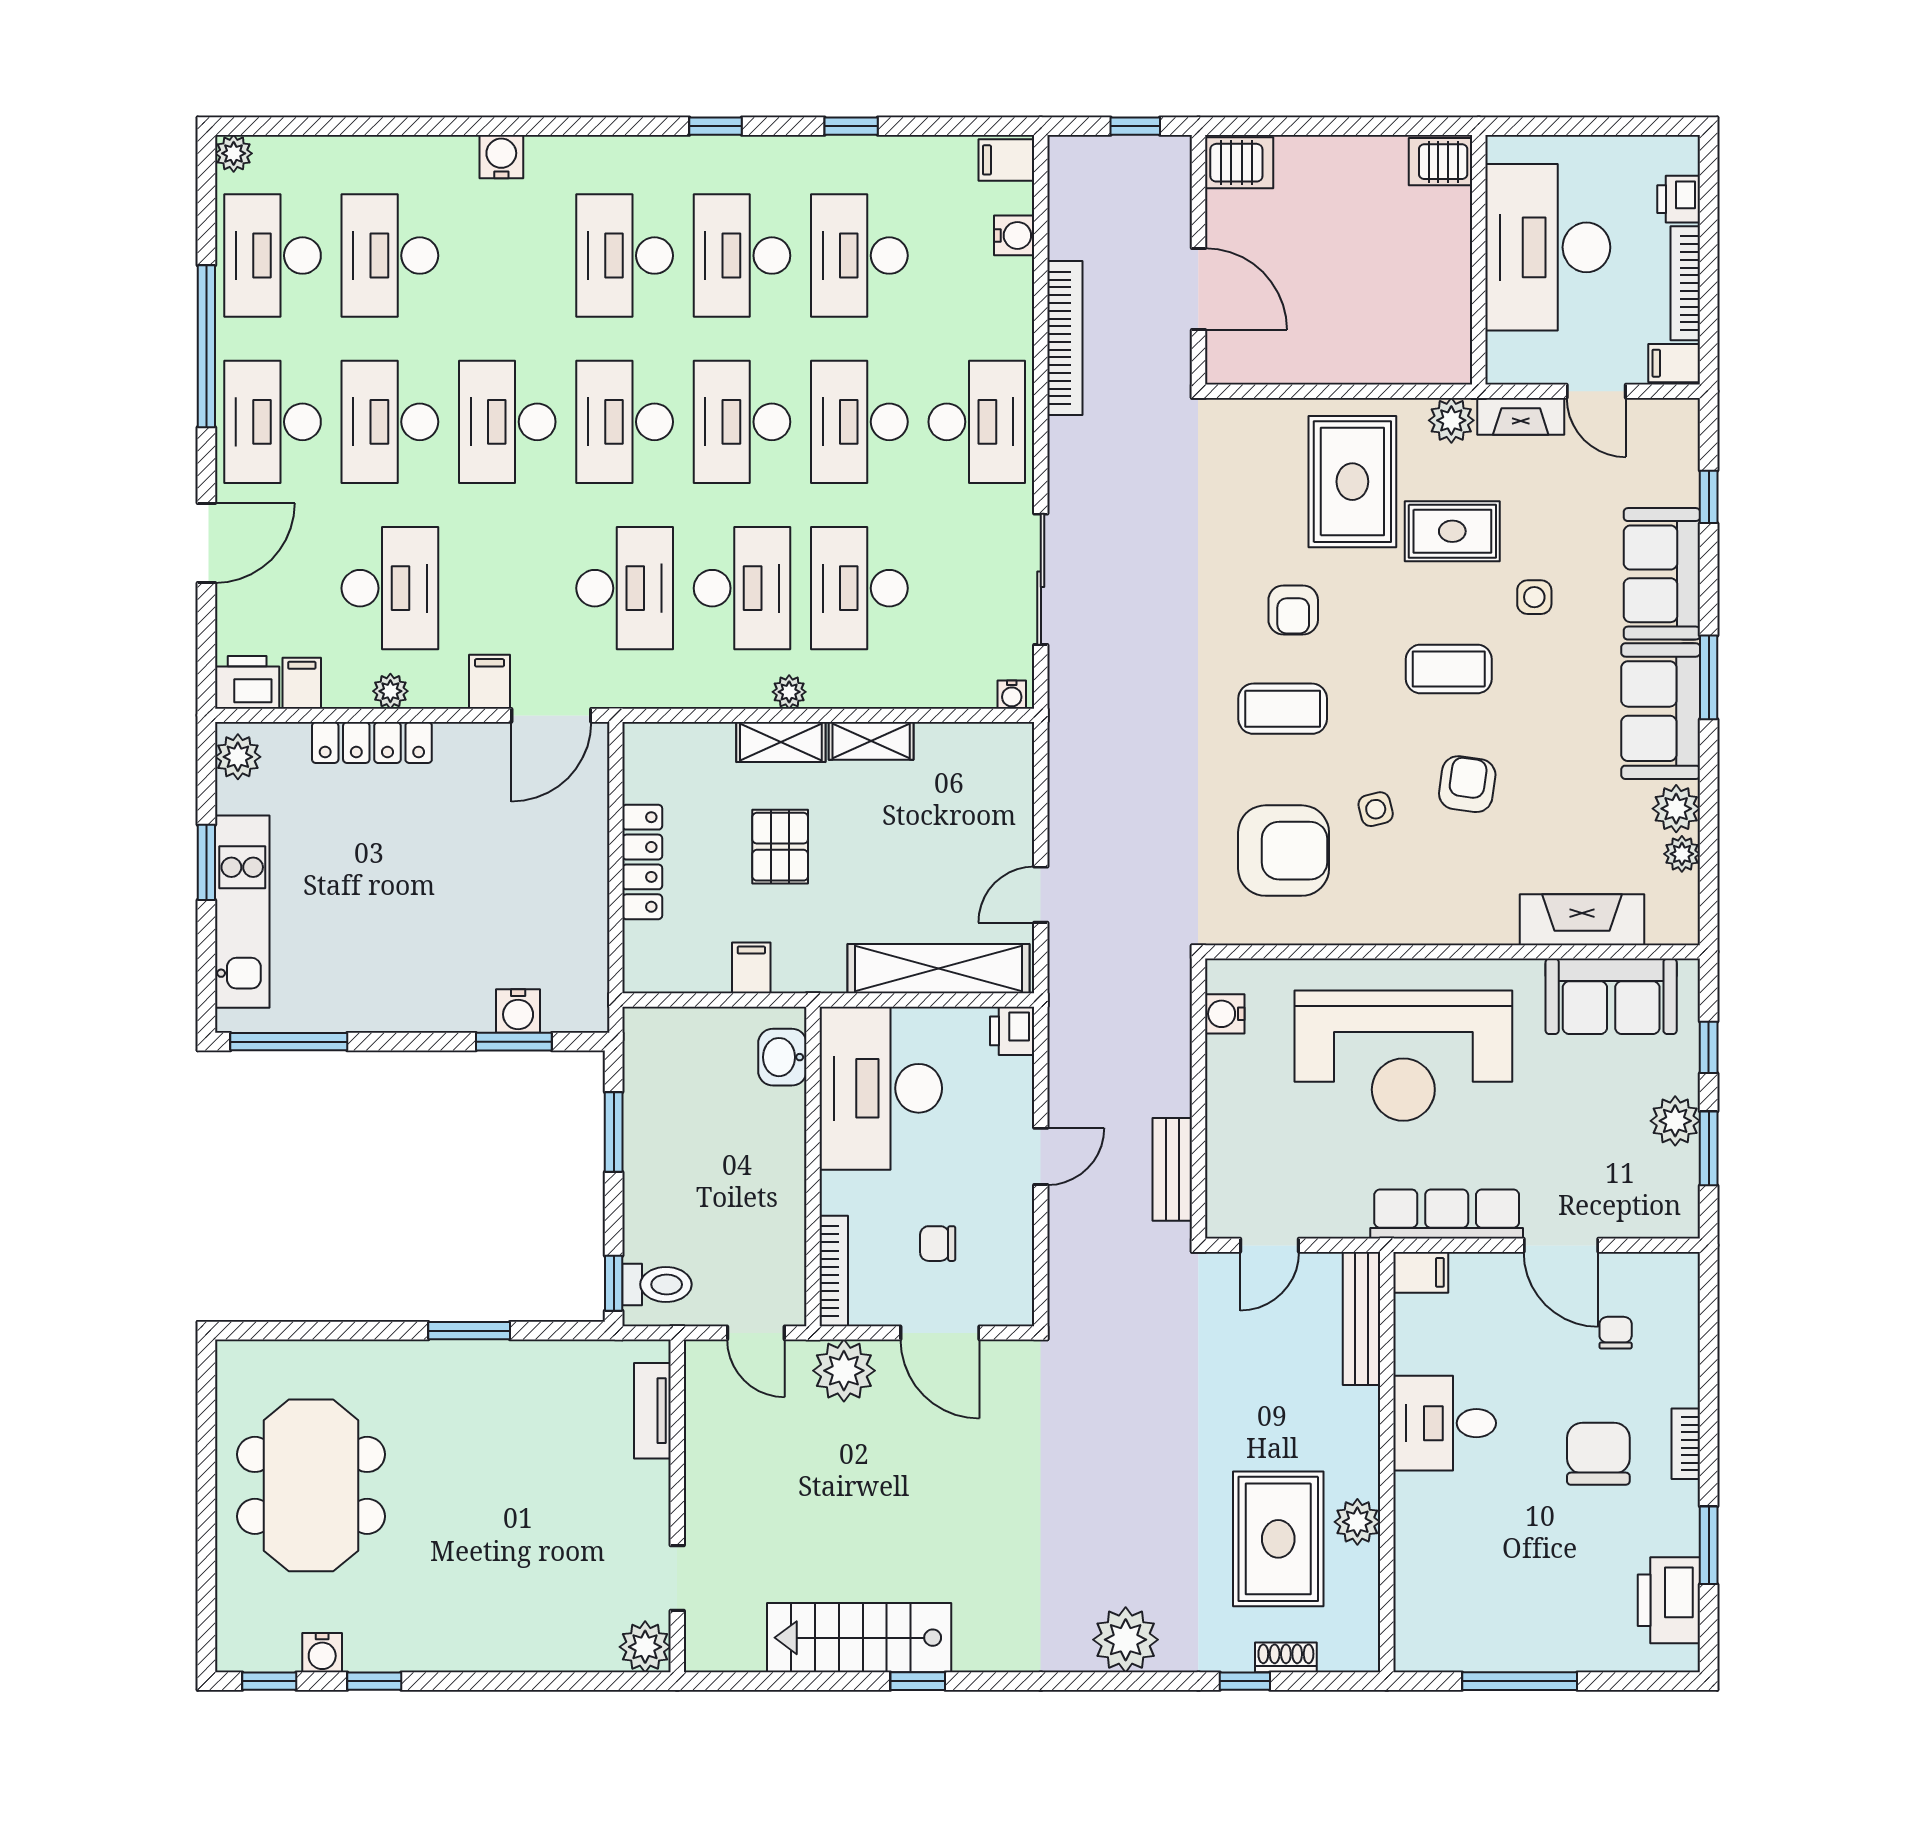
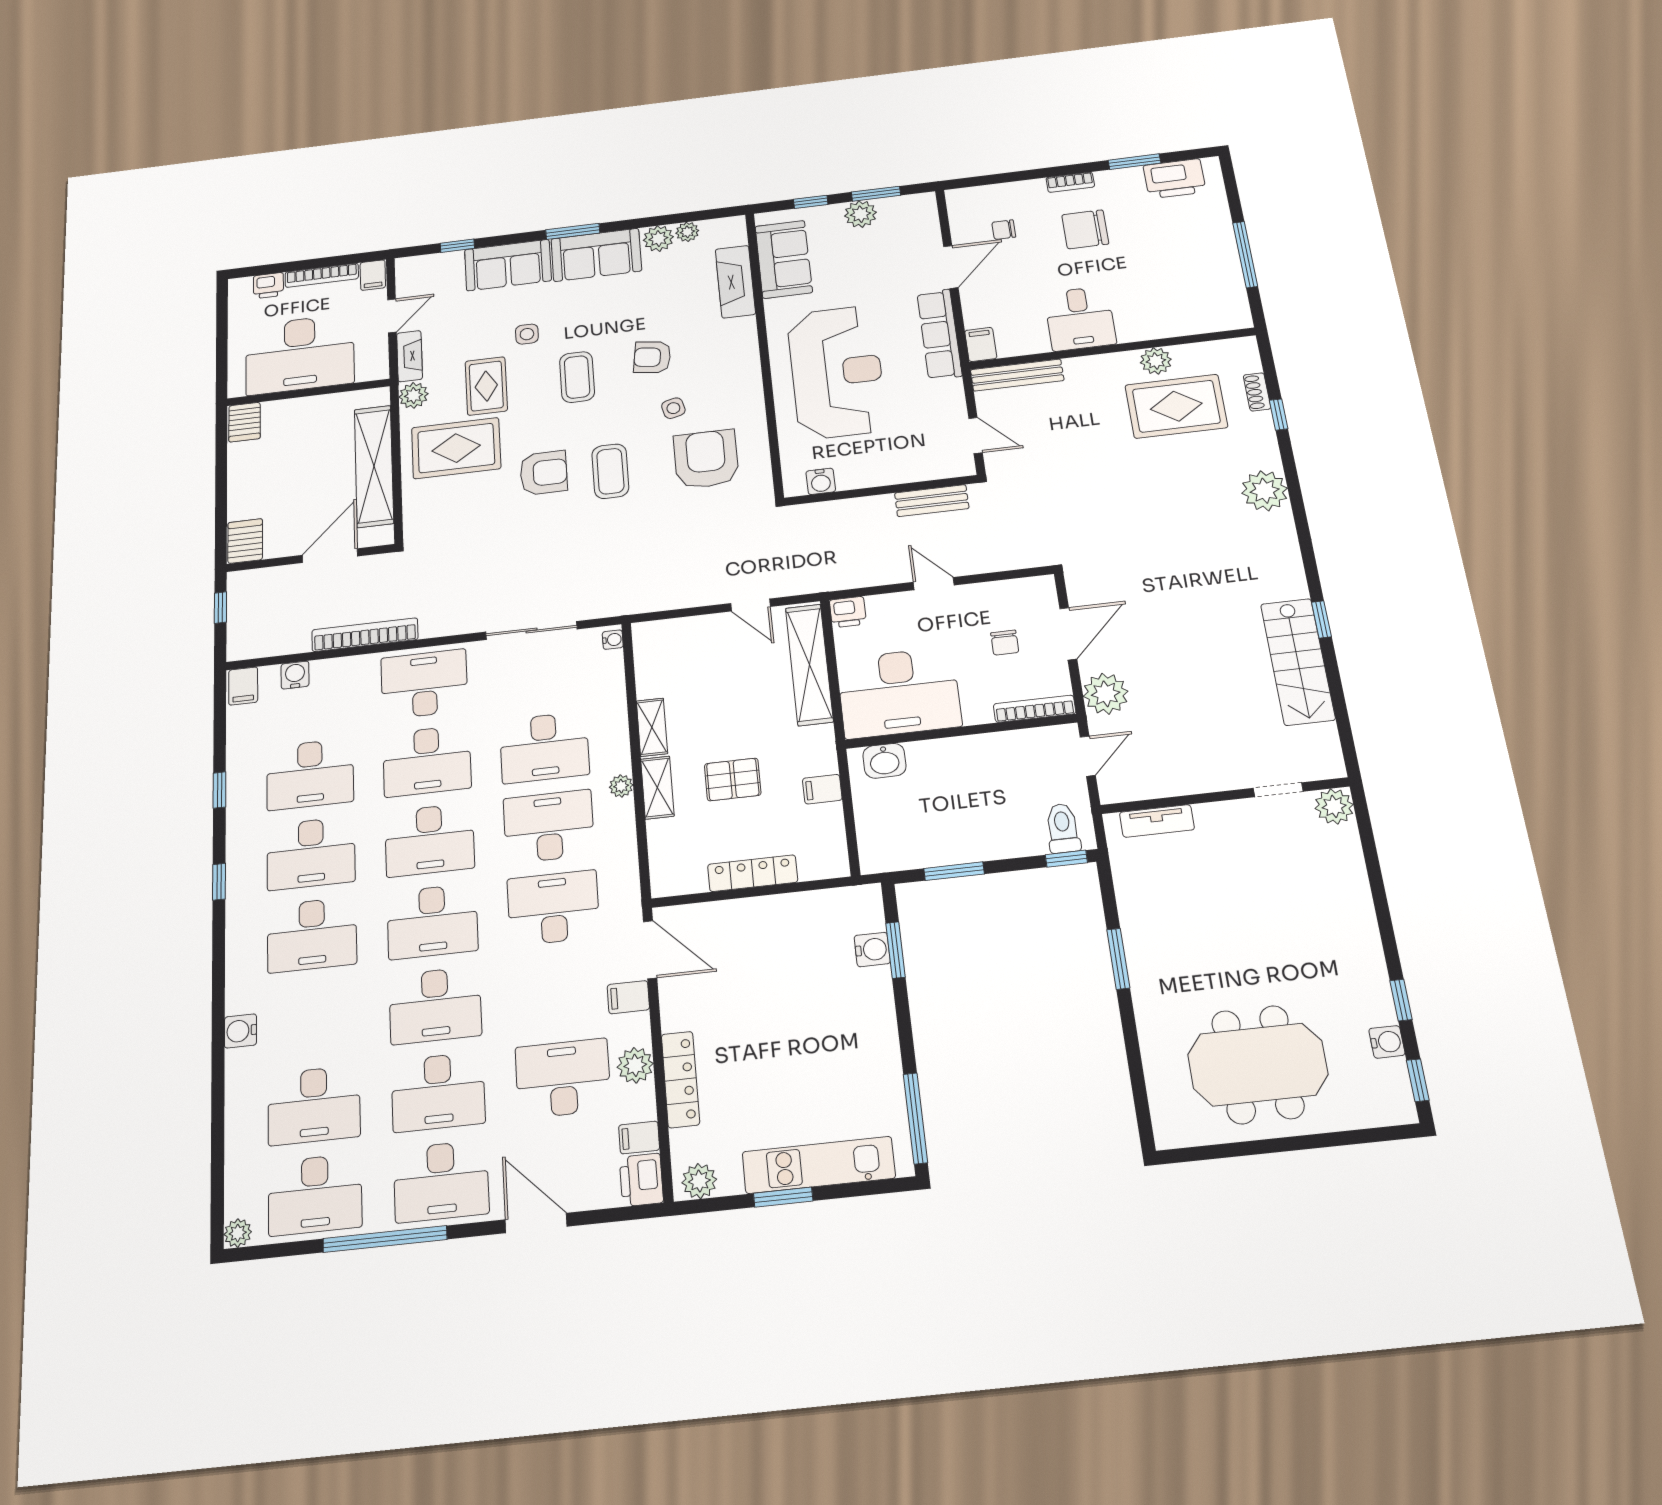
shelving: (1339, 357) -> (374, 466), added
armchair: (1293, 610) -> (544, 473), width x1.38, depth x1.38
plant: (390, 691) -> (635, 1065), width x1.38, depth x1.38

